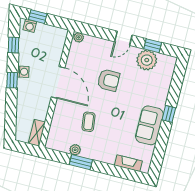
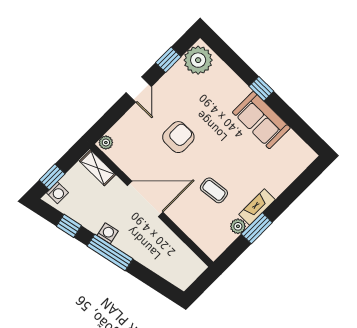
plant: (147, 60) -> (198, 60), moved
window: (12, 80) -> (110, 252), width x2.17
shelving: (37, 133) -> (97, 168), moved
fireplace: (128, 163) -> (257, 207), moved

